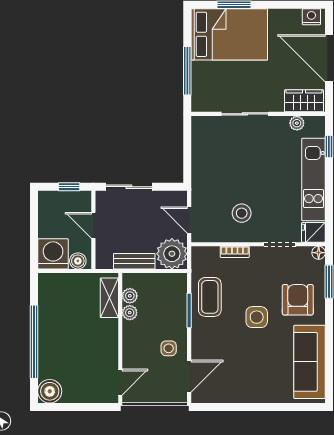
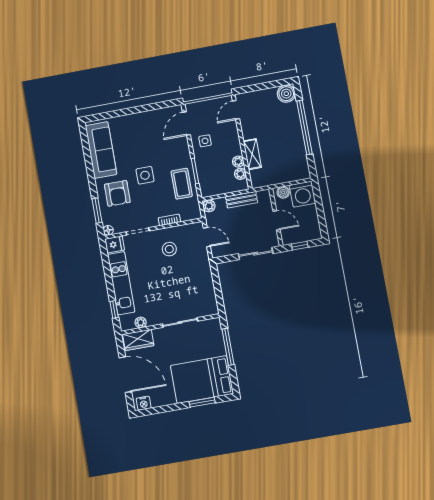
plant: (172, 254) -> (209, 206), width x0.53, depth x0.53
shelving: (109, 298) -> (252, 154), moved

